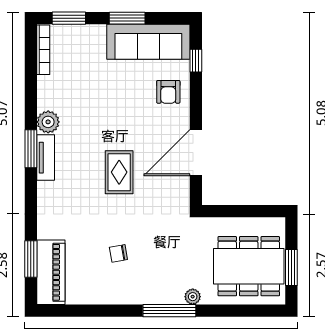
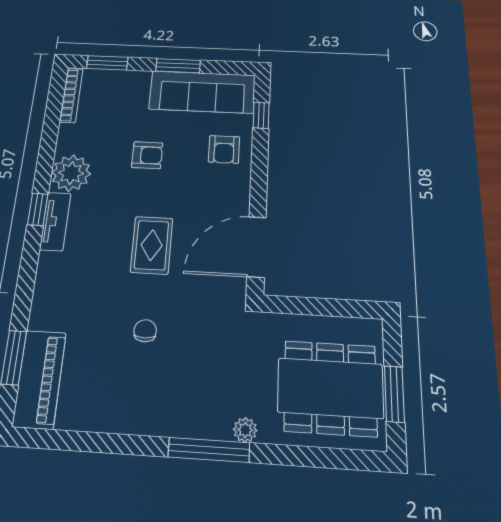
armchair: (109, 100) -> (147, 155), added
plant: (48, 122) -> (71, 173), width x1.36, depth x1.36
window: (31, 149) -> (38, 209), width x0.67
door: (196, 153) -> (257, 247), moved
chair: (118, 253) -> (145, 331), moved, turned 100

